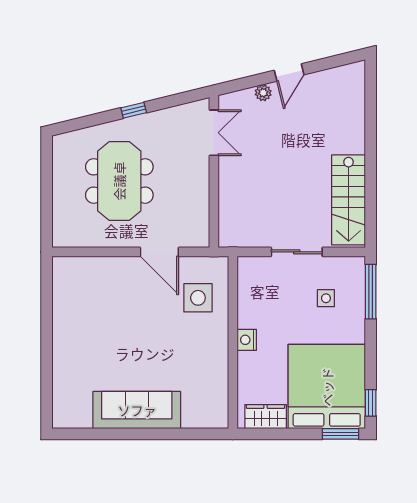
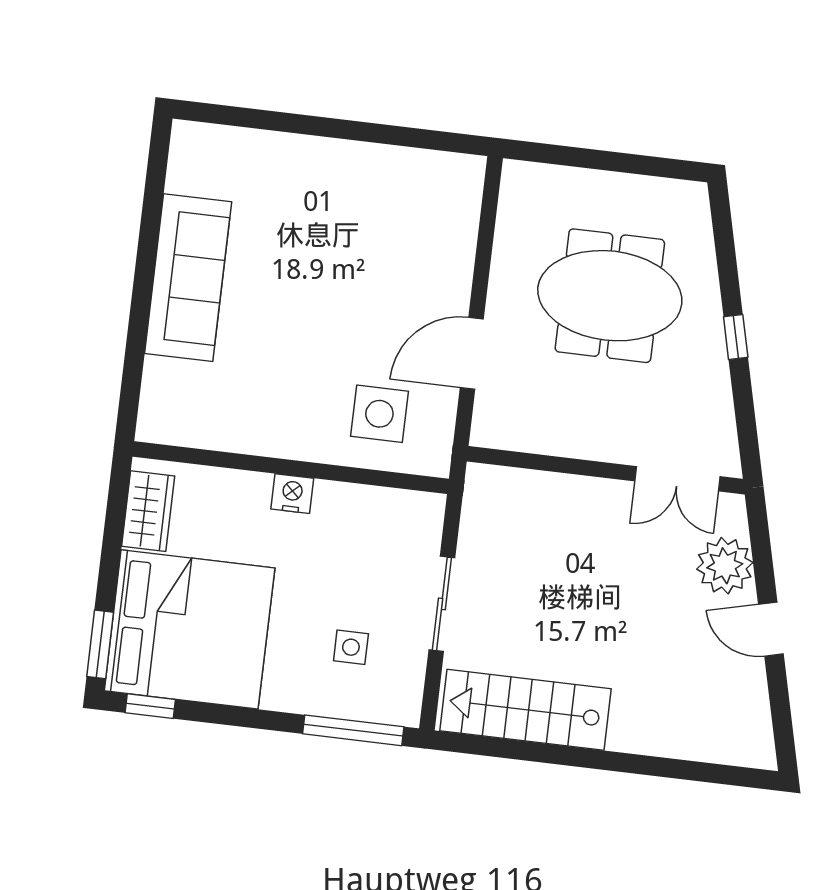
plant: (263, 93) -> (725, 566), width x1.88, depth x1.88

